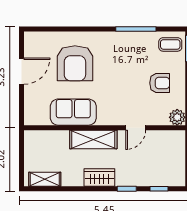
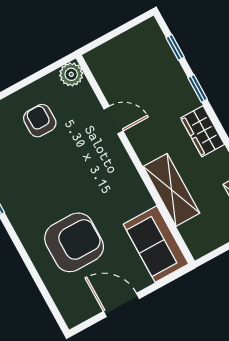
sofa: (73, 112) -> (156, 244), moved
shelving: (93, 139) -> (171, 190), moved

